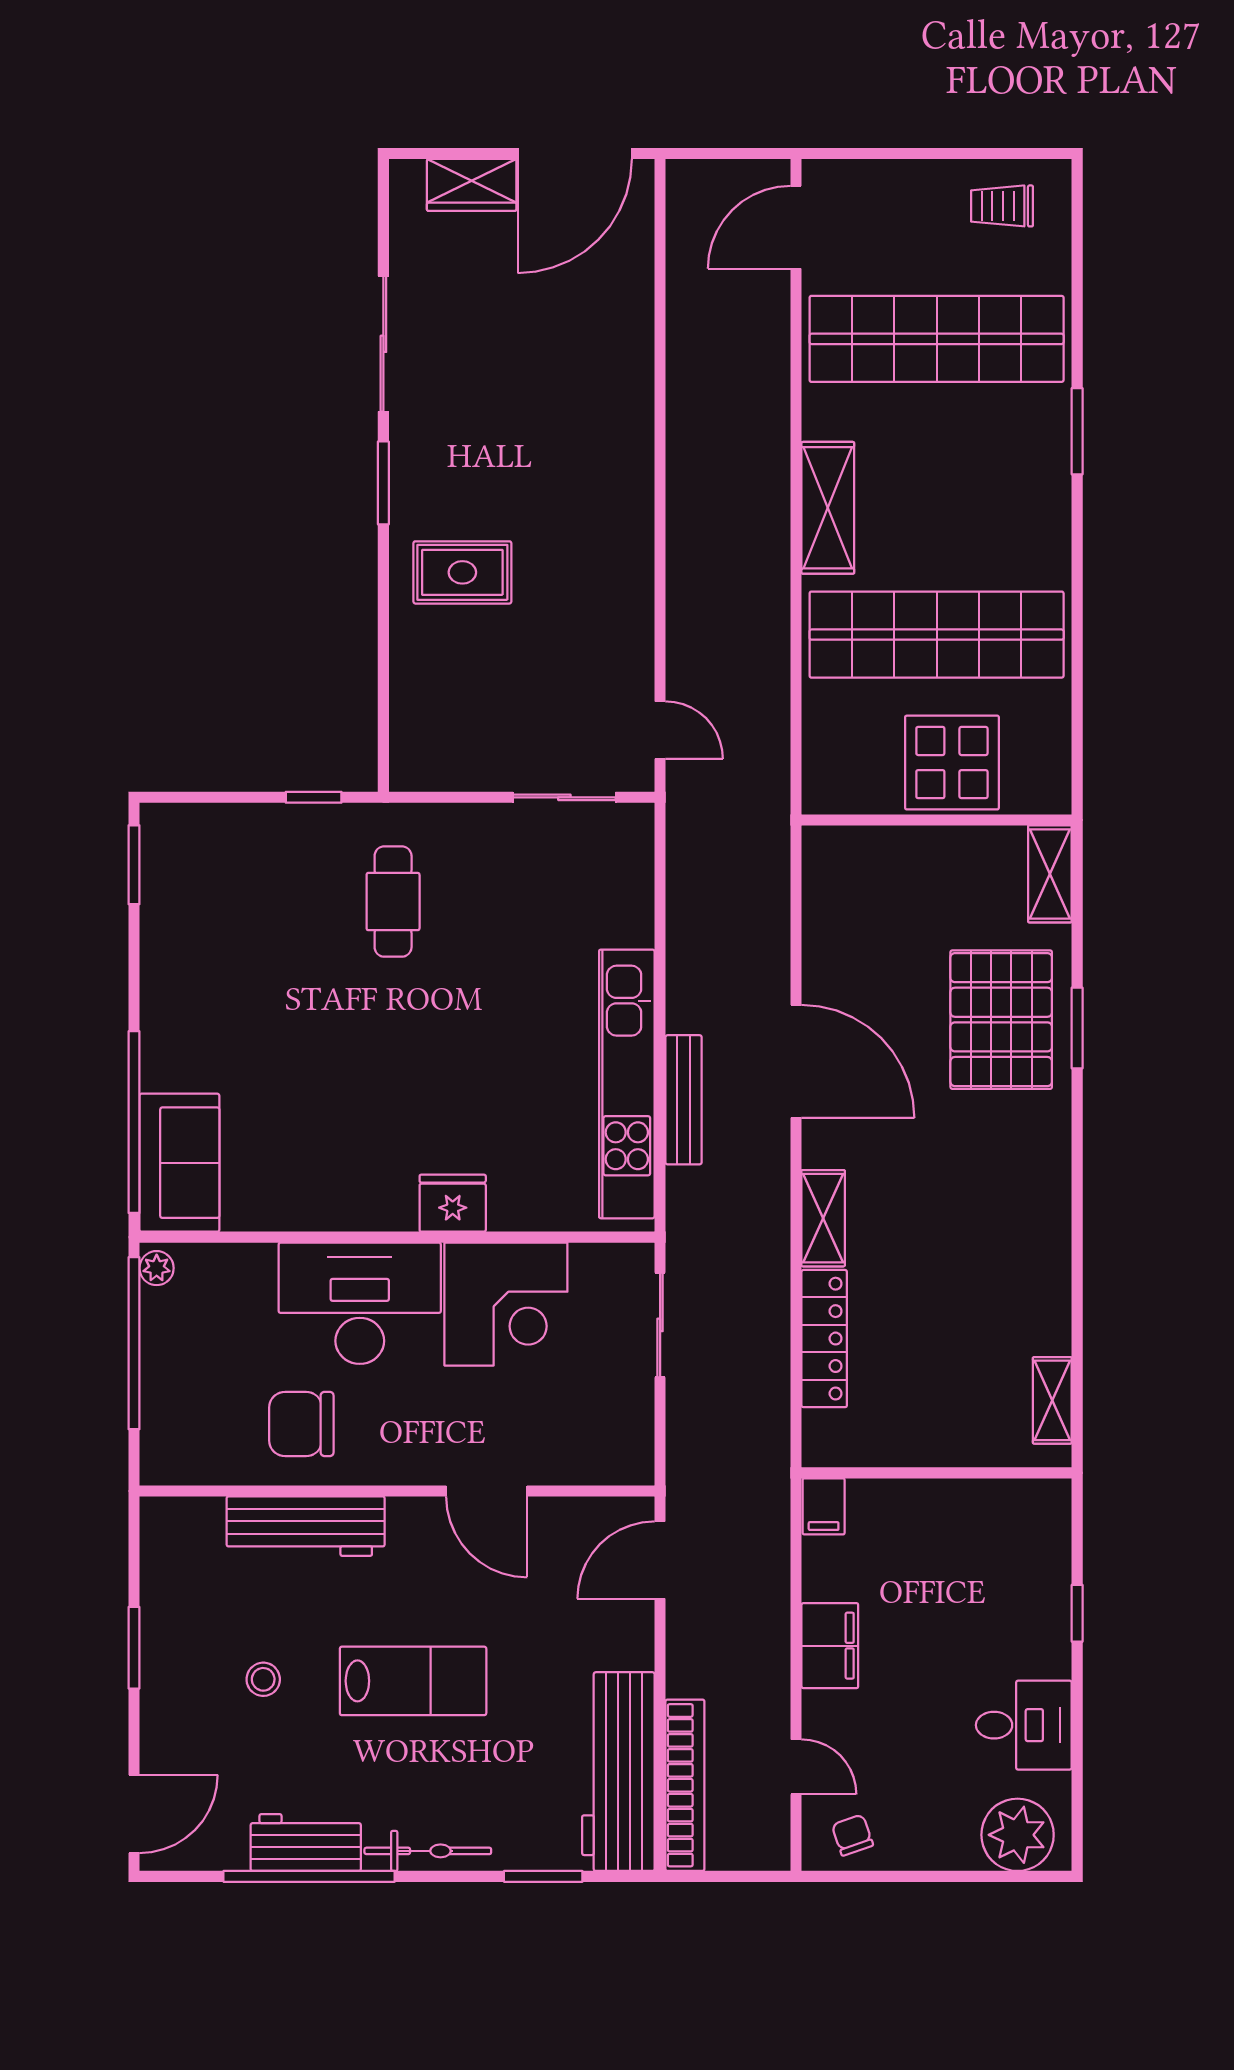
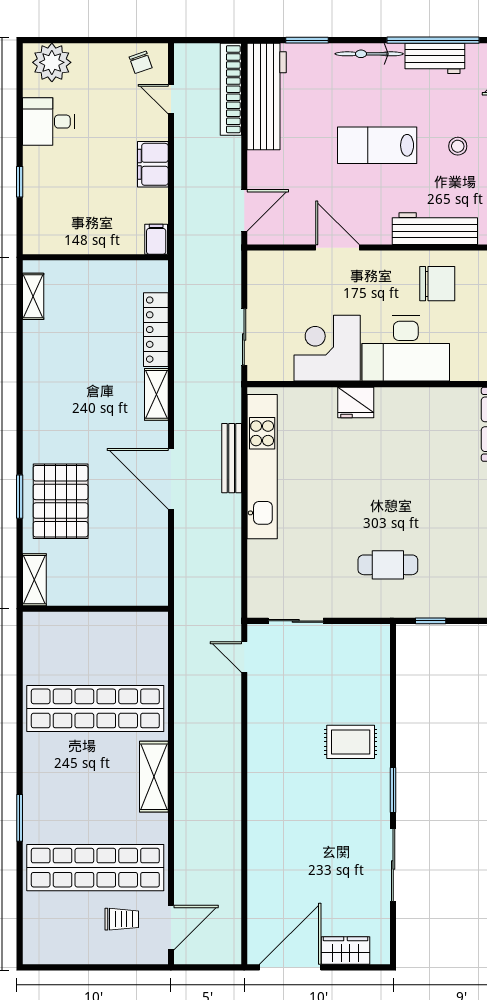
trolley: (1002, 206) -> (122, 919), moved
display table: (952, 763) -> (87, 640), removed
cafe table: (393, 902) -> (388, 565), turned 90

